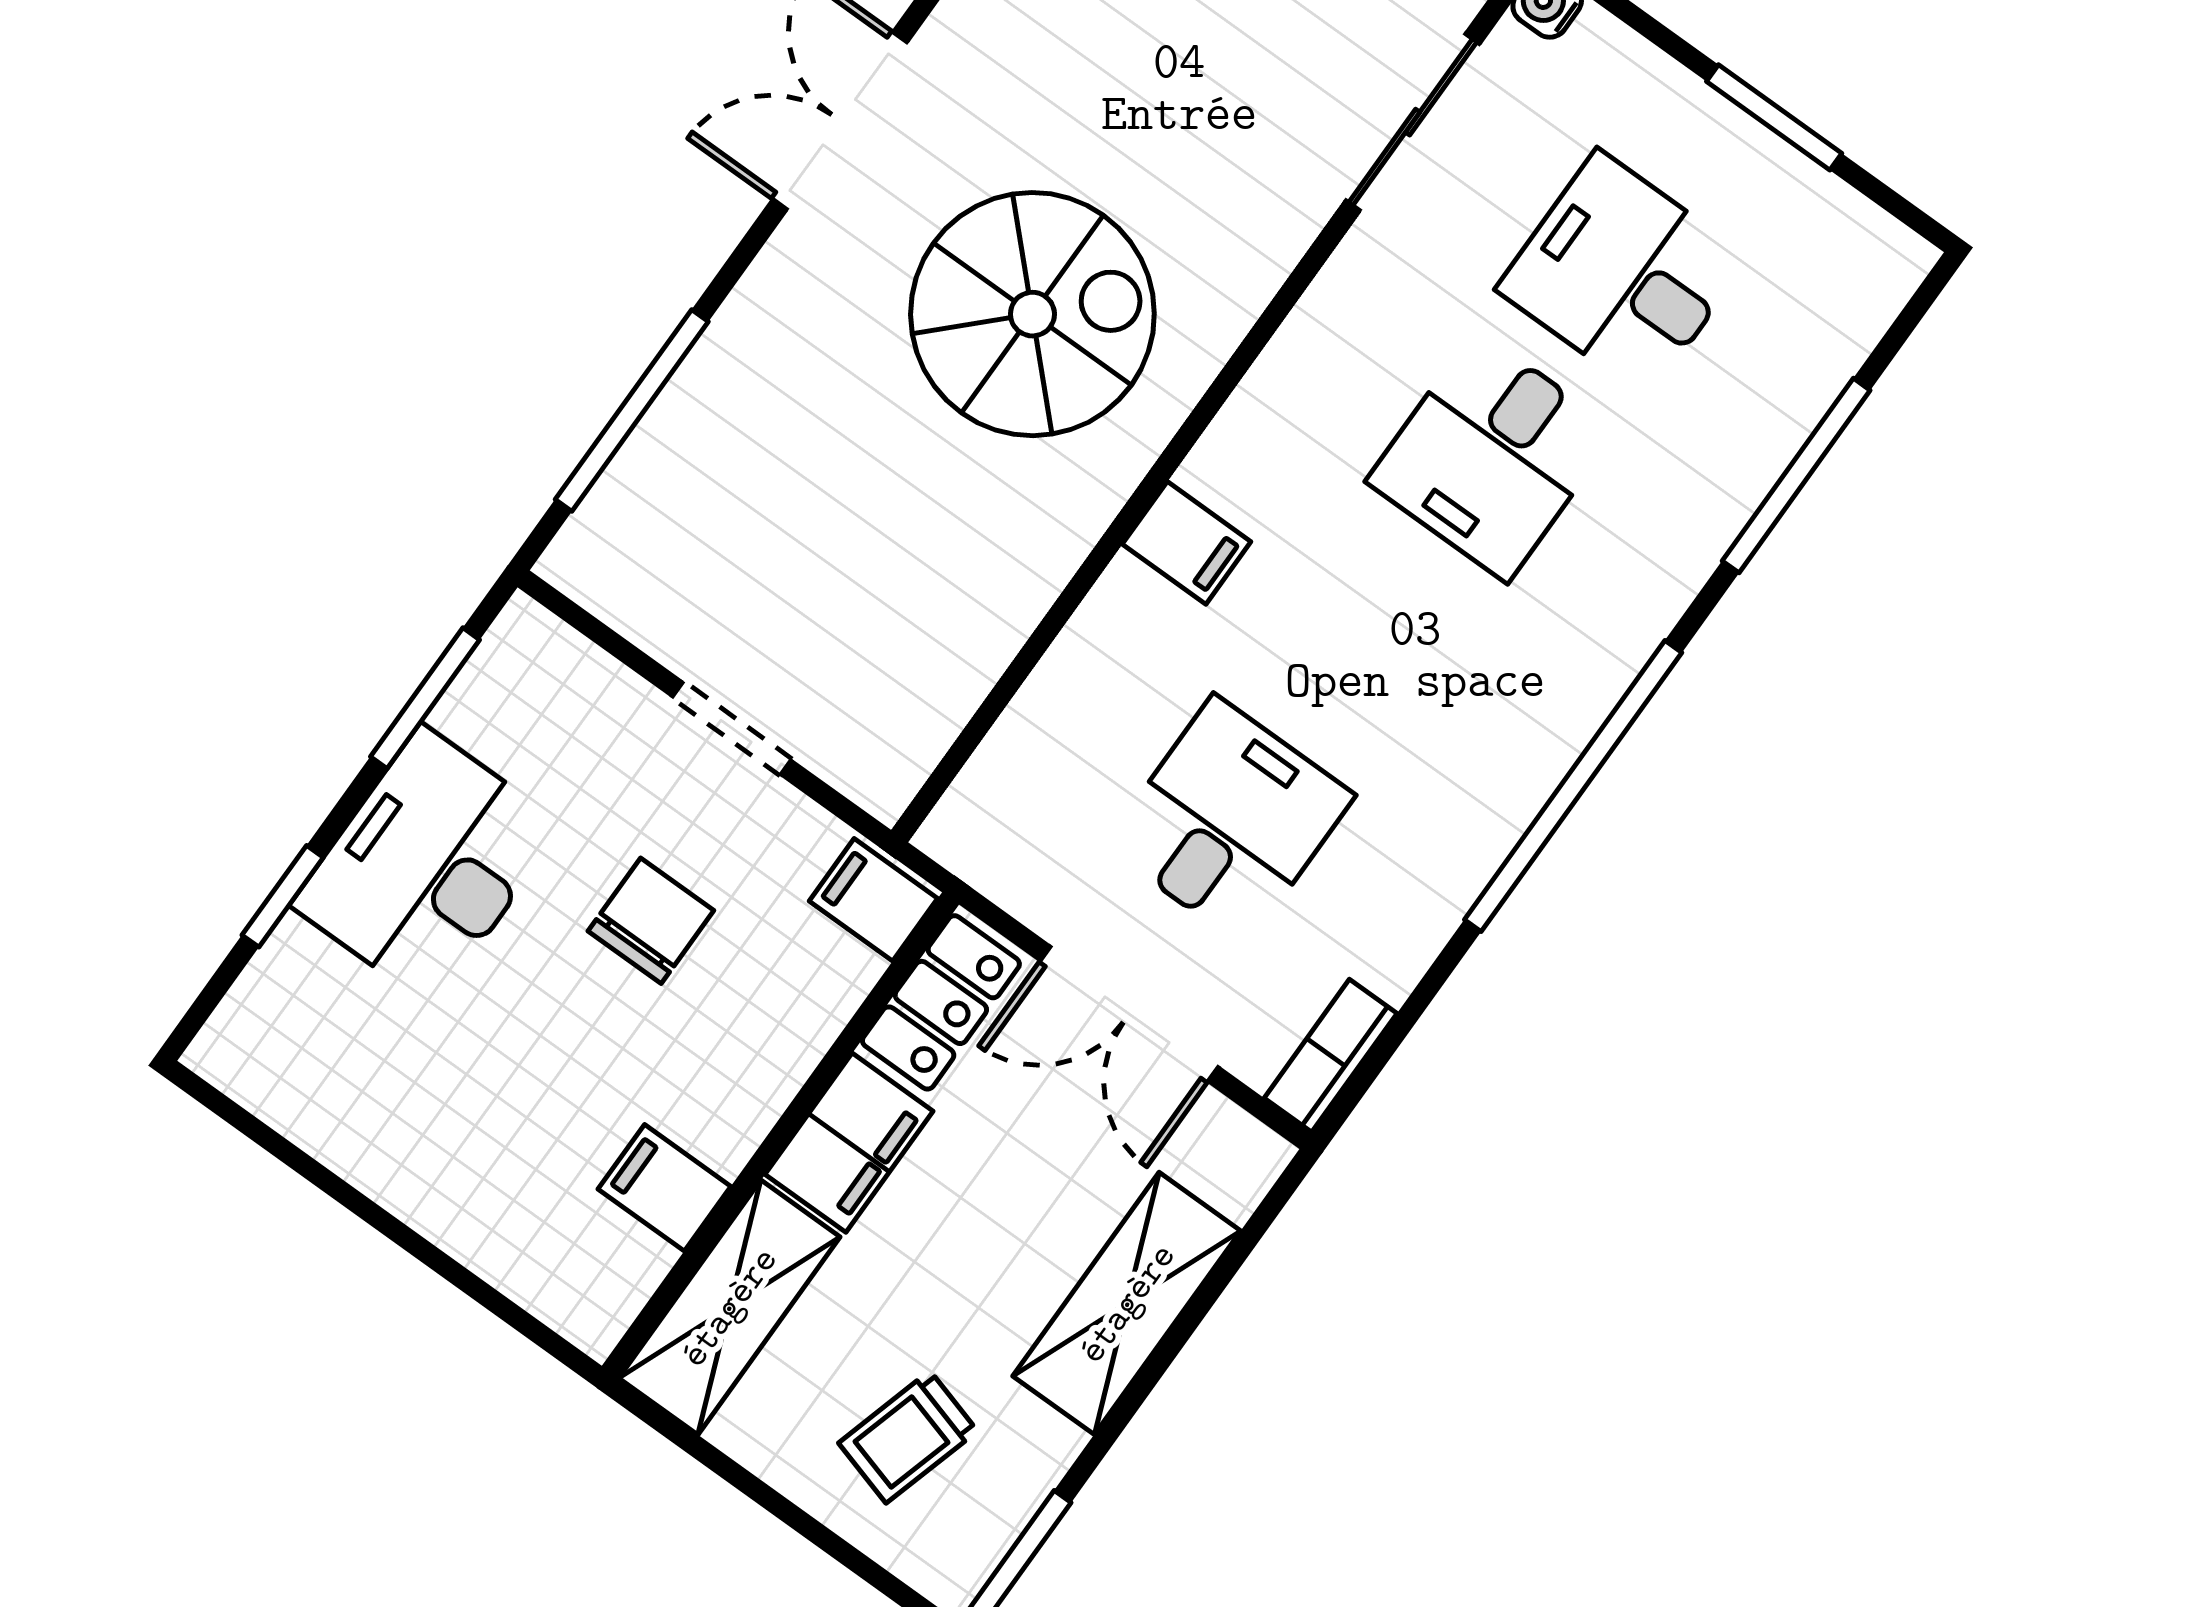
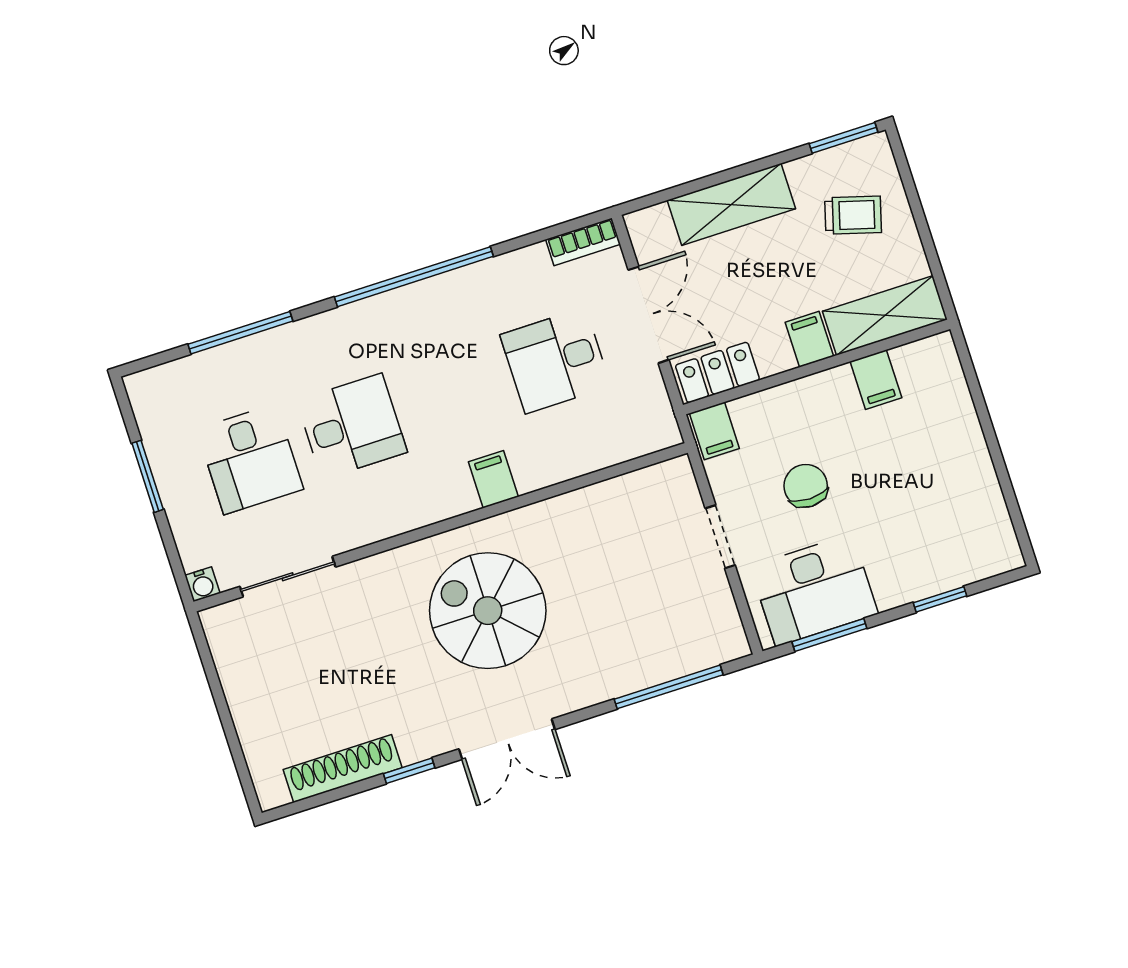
desk: (427, 866) -> (814, 590), moved
chair: (651, 921) -> (806, 486), turned 90
filing cabinet: (849, 1143) -> (809, 339), width x0.50

